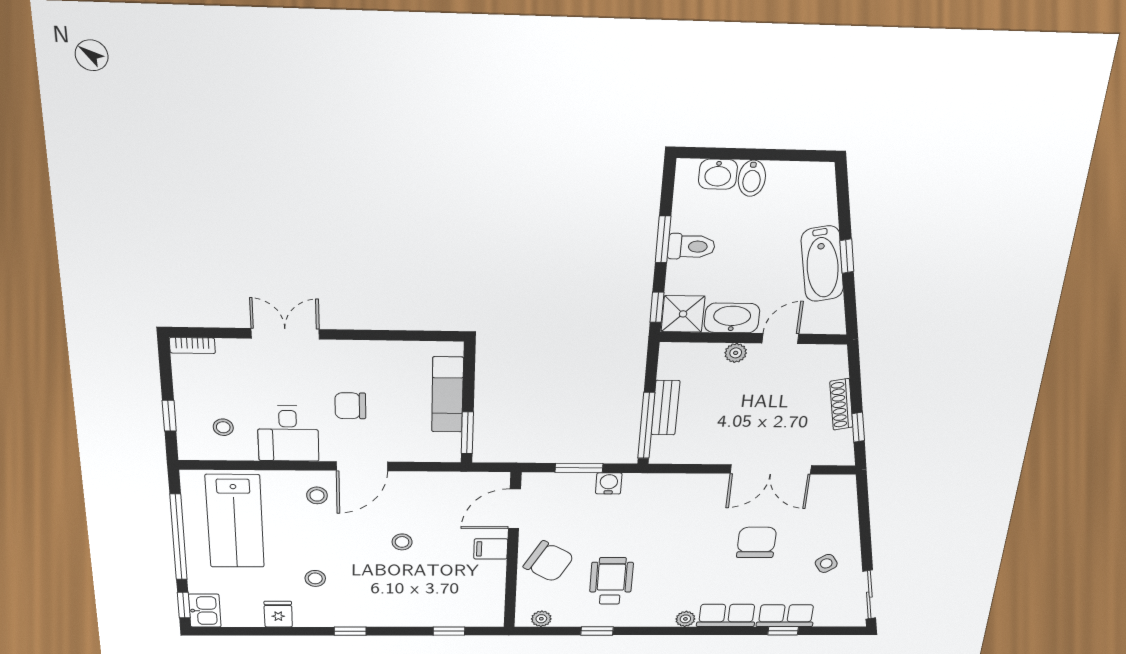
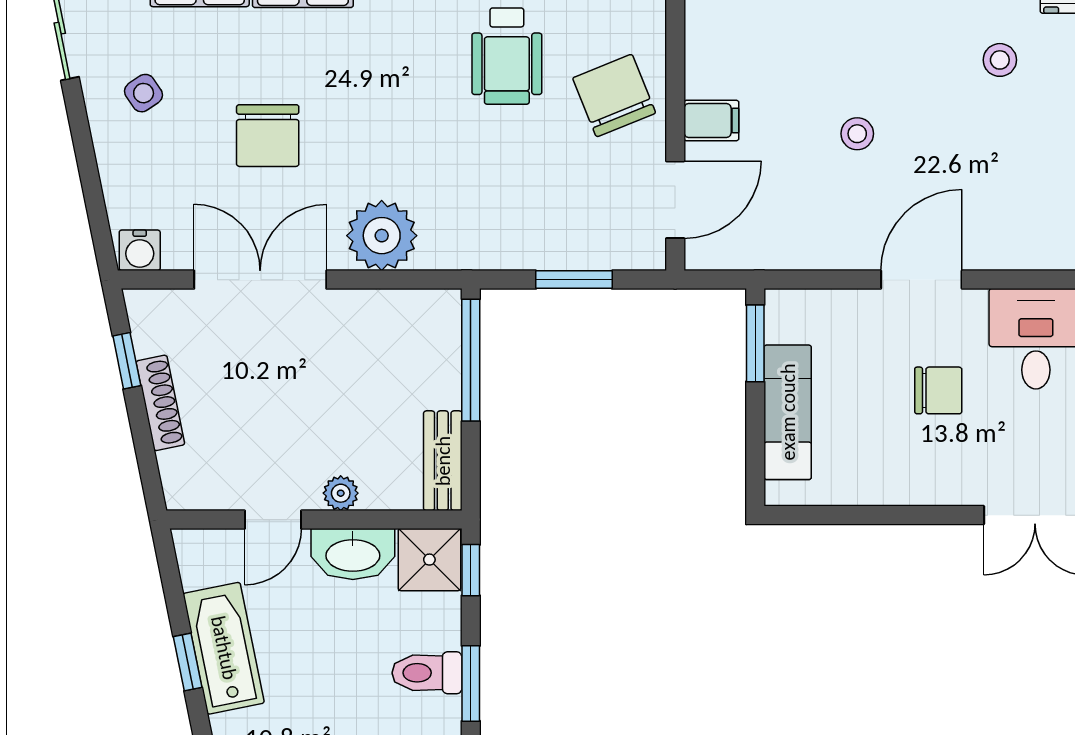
bench: (665, 408) -> (443, 461), moved
water cooler: (609, 483) -> (140, 250), moved
plant: (694, 492) -> (382, 236), added
stool: (317, 495) -> (993, 224), removed
chair: (549, 561) -> (614, 96), turned 38

